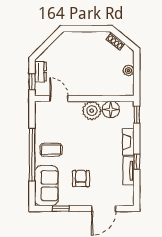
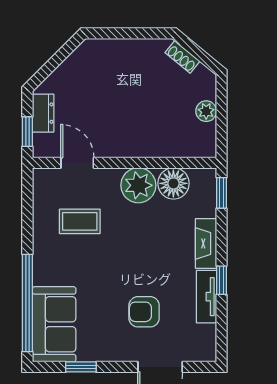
coffee table: (51, 150) -> (80, 221), moved
window: (32, 155) -> (27, 303), moved
armchair: (81, 179) -> (144, 312), moved, turned -90

